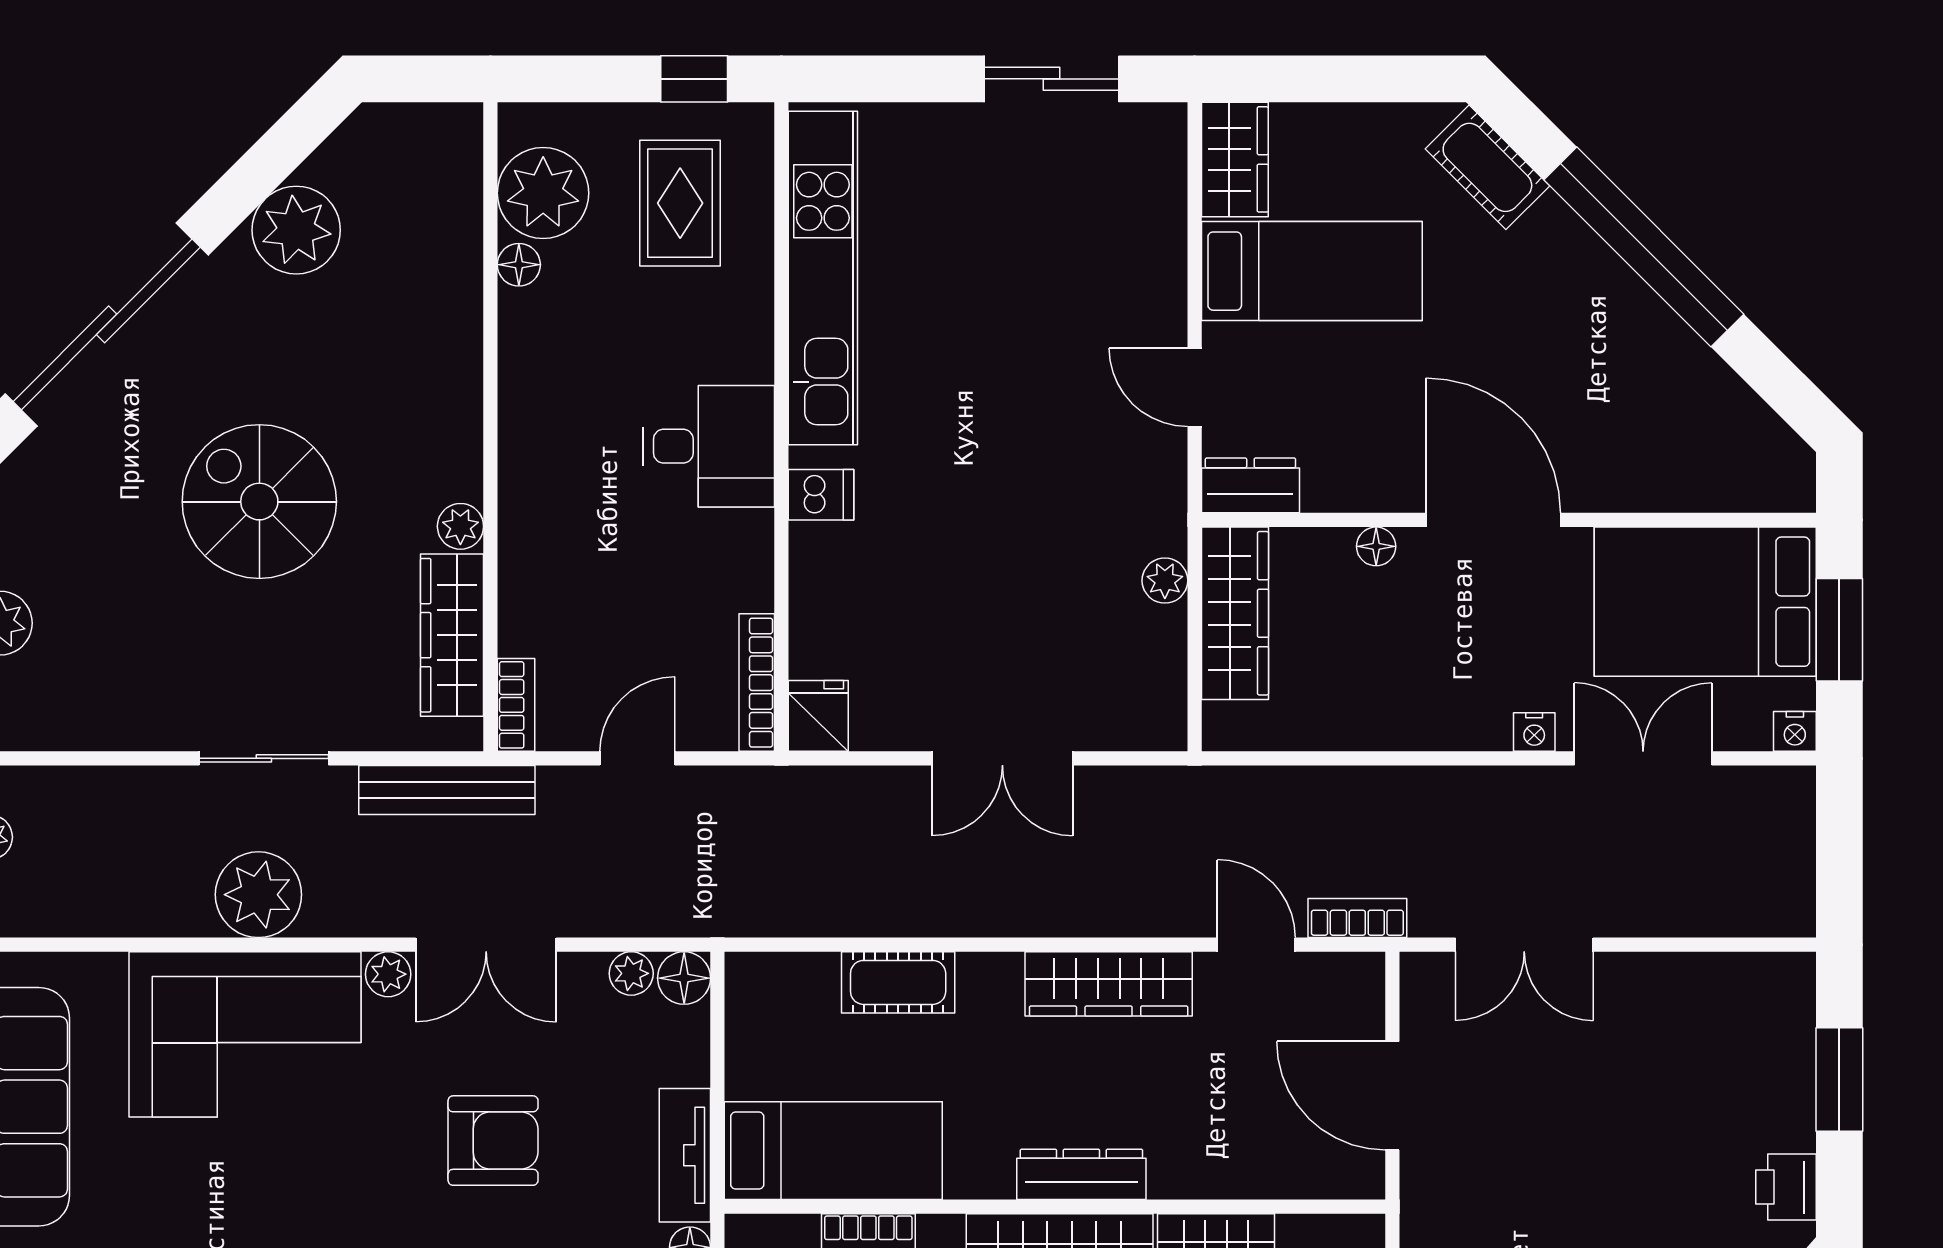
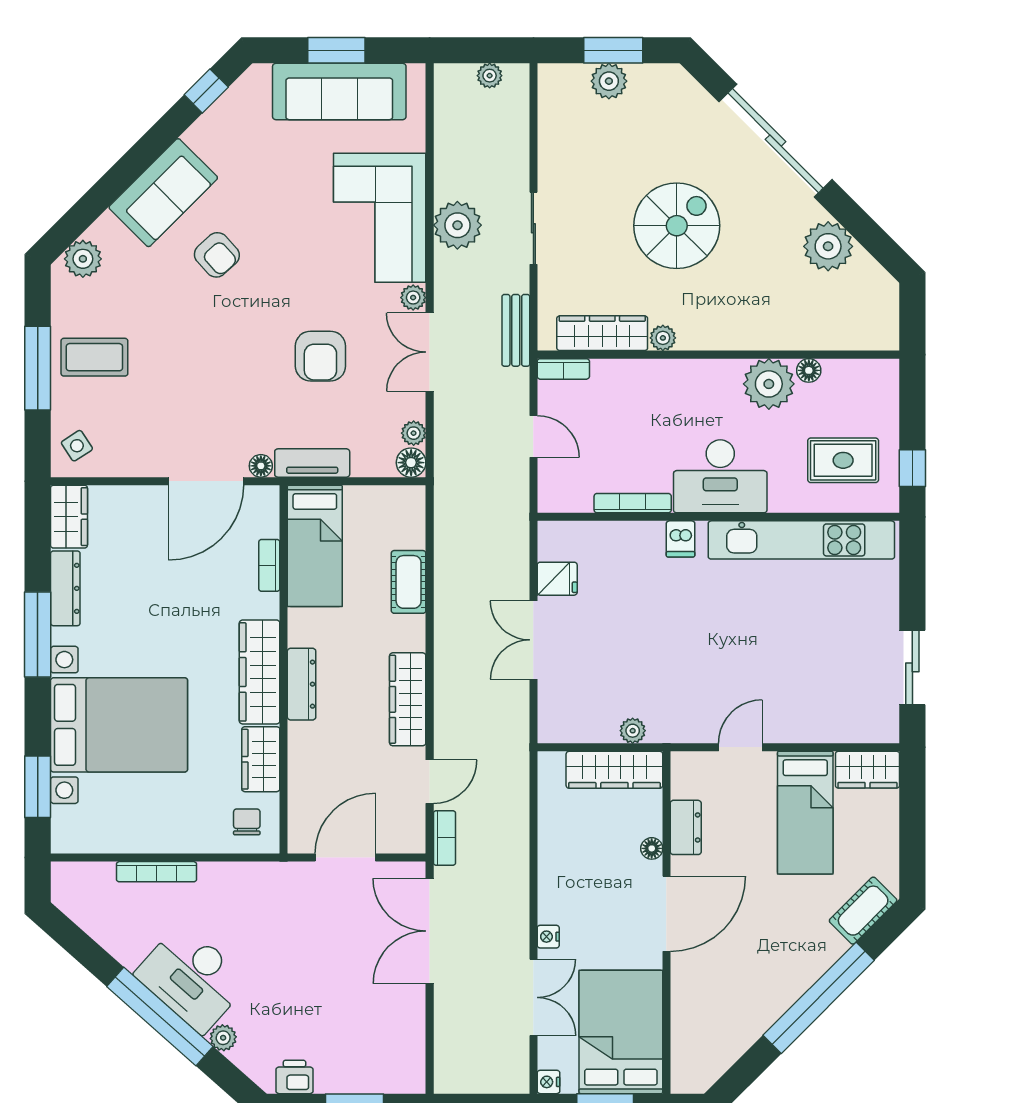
plant: (543, 193) -> (769, 384), moved
desk: (709, 446) -> (720, 476), width x1.37
dresser: (1250, 485) -> (686, 827), moved
bookcase: (757, 683) -> (633, 503), moved
fridge: (818, 716) -> (557, 579), moved
bench: (447, 790) -> (516, 330), width x0.73
double door: (1524, 945) -> (430, 931), width x1.37

